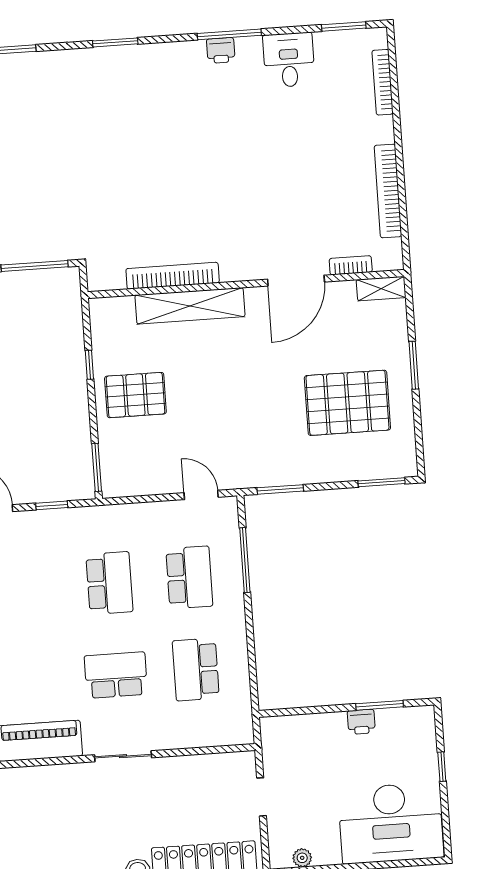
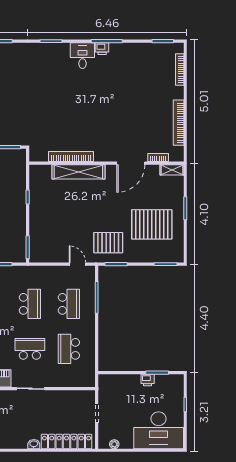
desk: (289, 60) -> (82, 56), moved
pallet: (135, 395) -> (108, 243), moved

